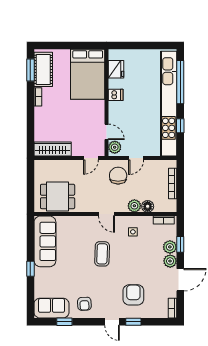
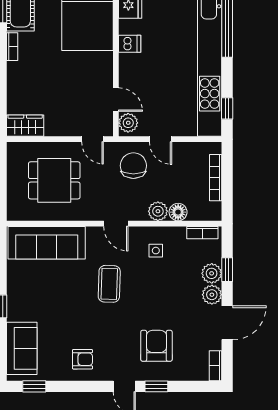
window: (180, 126) -> (227, 108), moved
wardrobe: (53, 149) -> (25, 126), width x0.67
door: (91, 158) -> (92, 139), hinge flipped
door: (136, 158) -> (161, 139), hinge flipped
dining table: (58, 196) -> (54, 180), moved
sofa: (45, 241) -> (47, 243), moved, turned 90
armchair: (84, 304) -> (83, 359), turned -87
sofa: (51, 308) -> (22, 348), moved, turned 90
window: (64, 322) -> (34, 386), moved

